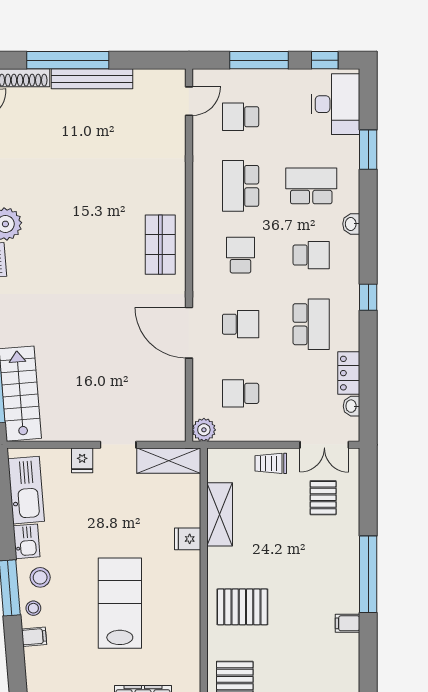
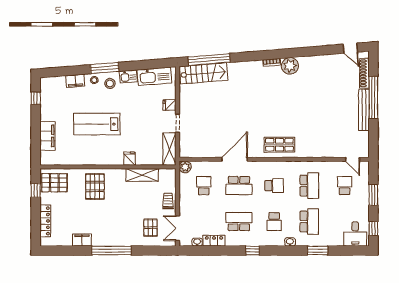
window: (259, 60) -> (373, 195), width x0.69
desk: (336, 104) -> (355, 234), width x0.73
window: (368, 150) -> (318, 251), moved
school desk: (241, 186) -> (309, 186), turned 90
school desk: (241, 324) -> (239, 186), width x1.85
school desk: (311, 324) -> (239, 222), turned 180
pallet: (323, 498) -> (150, 228), turned 90
lab bench: (120, 603) -> (97, 124), turned 180
filing cabinet: (347, 623) -> (82, 240), width x2.00
filing cabinet: (34, 637) -> (75, 81), width x2.00

